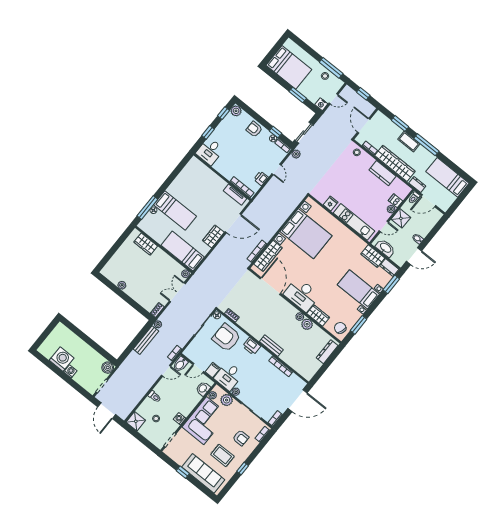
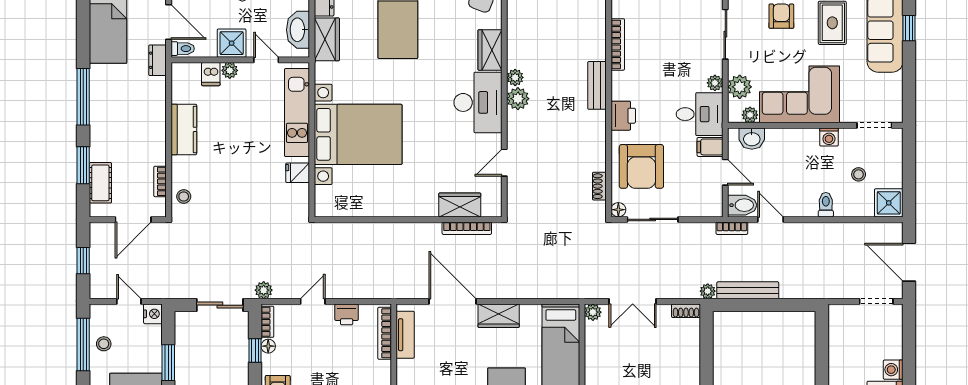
cot: (409, 142) -> (100, 183), moved
wardrobe: (395, 163) -> (153, 122), removed
bed with nightstands: (306, 234) -> (358, 134), moved, turned 90
wardrobe: (268, 256) -> (460, 205), width x0.67
door: (270, 286) -> (504, 163), width x0.53
plant: (307, 324) -> (518, 99), moved
boiler: (108, 368) -> (840, 315), removed
door: (107, 411) -> (909, 262), swing flipped
window: (183, 472) -> (909, 28), moved

